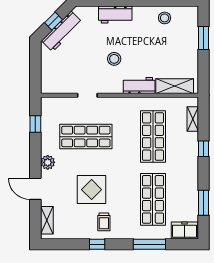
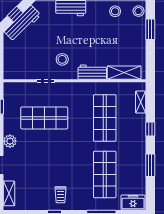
stool: (191, 18) -> (139, 11), added
stool: (114, 59) -> (62, 59), moved
display table: (92, 190) -> (49, 166), removed
window: (204, 203) -> (150, 165), moved

